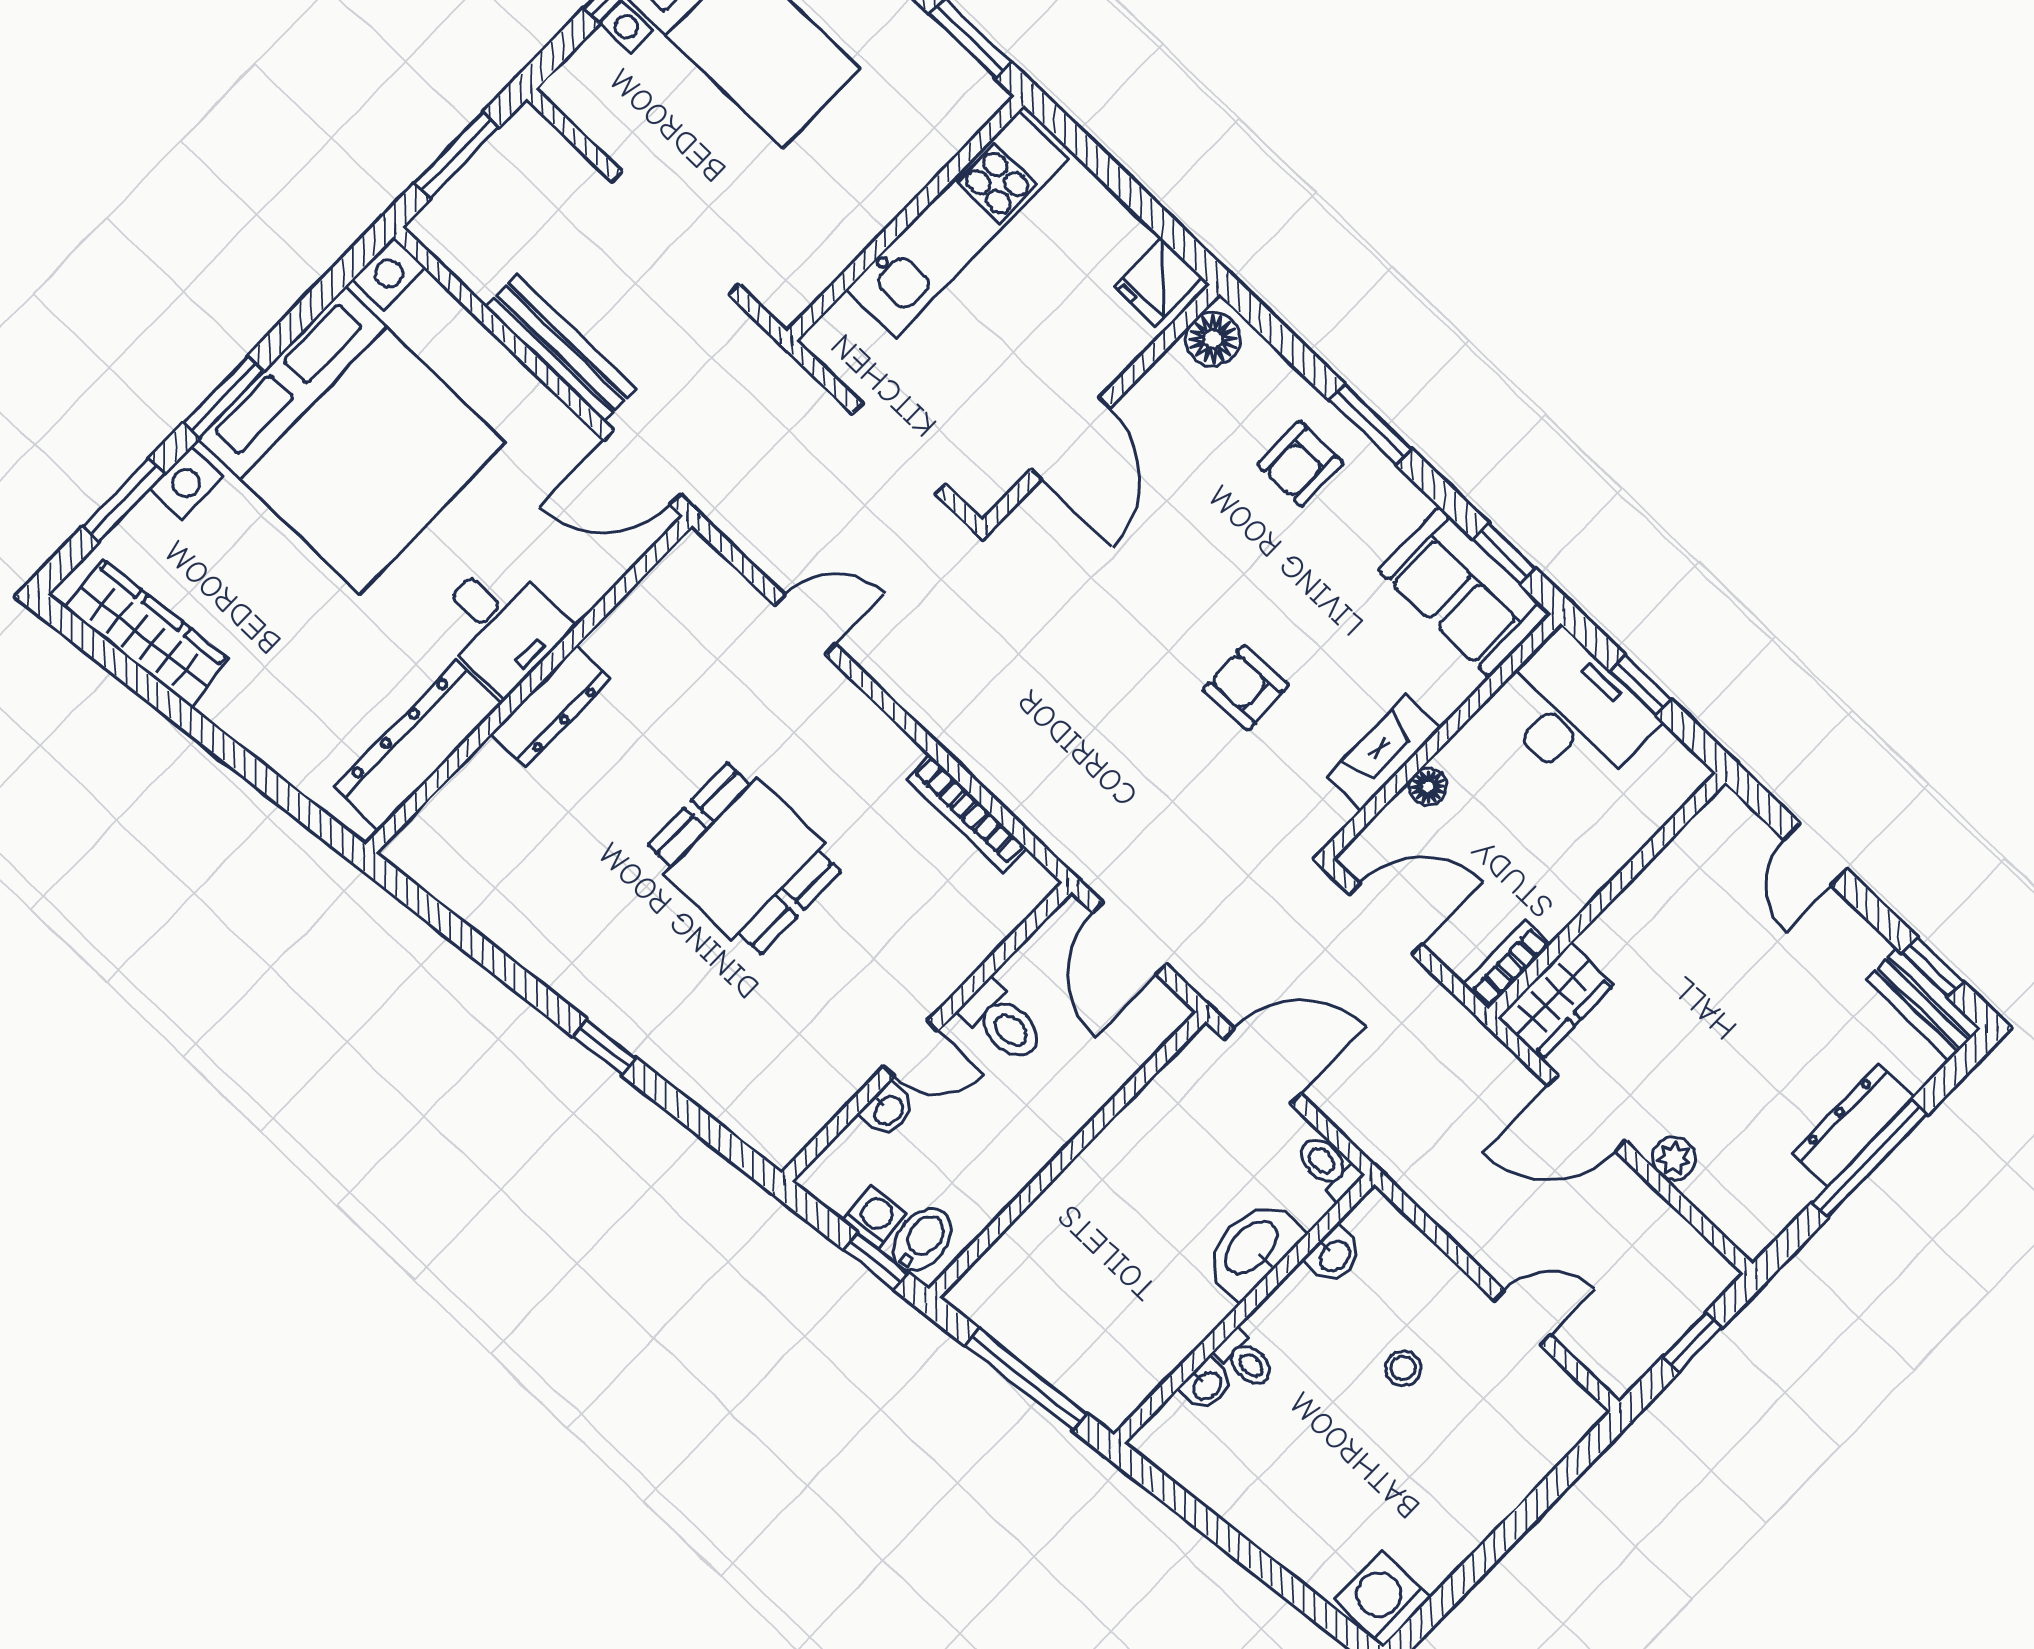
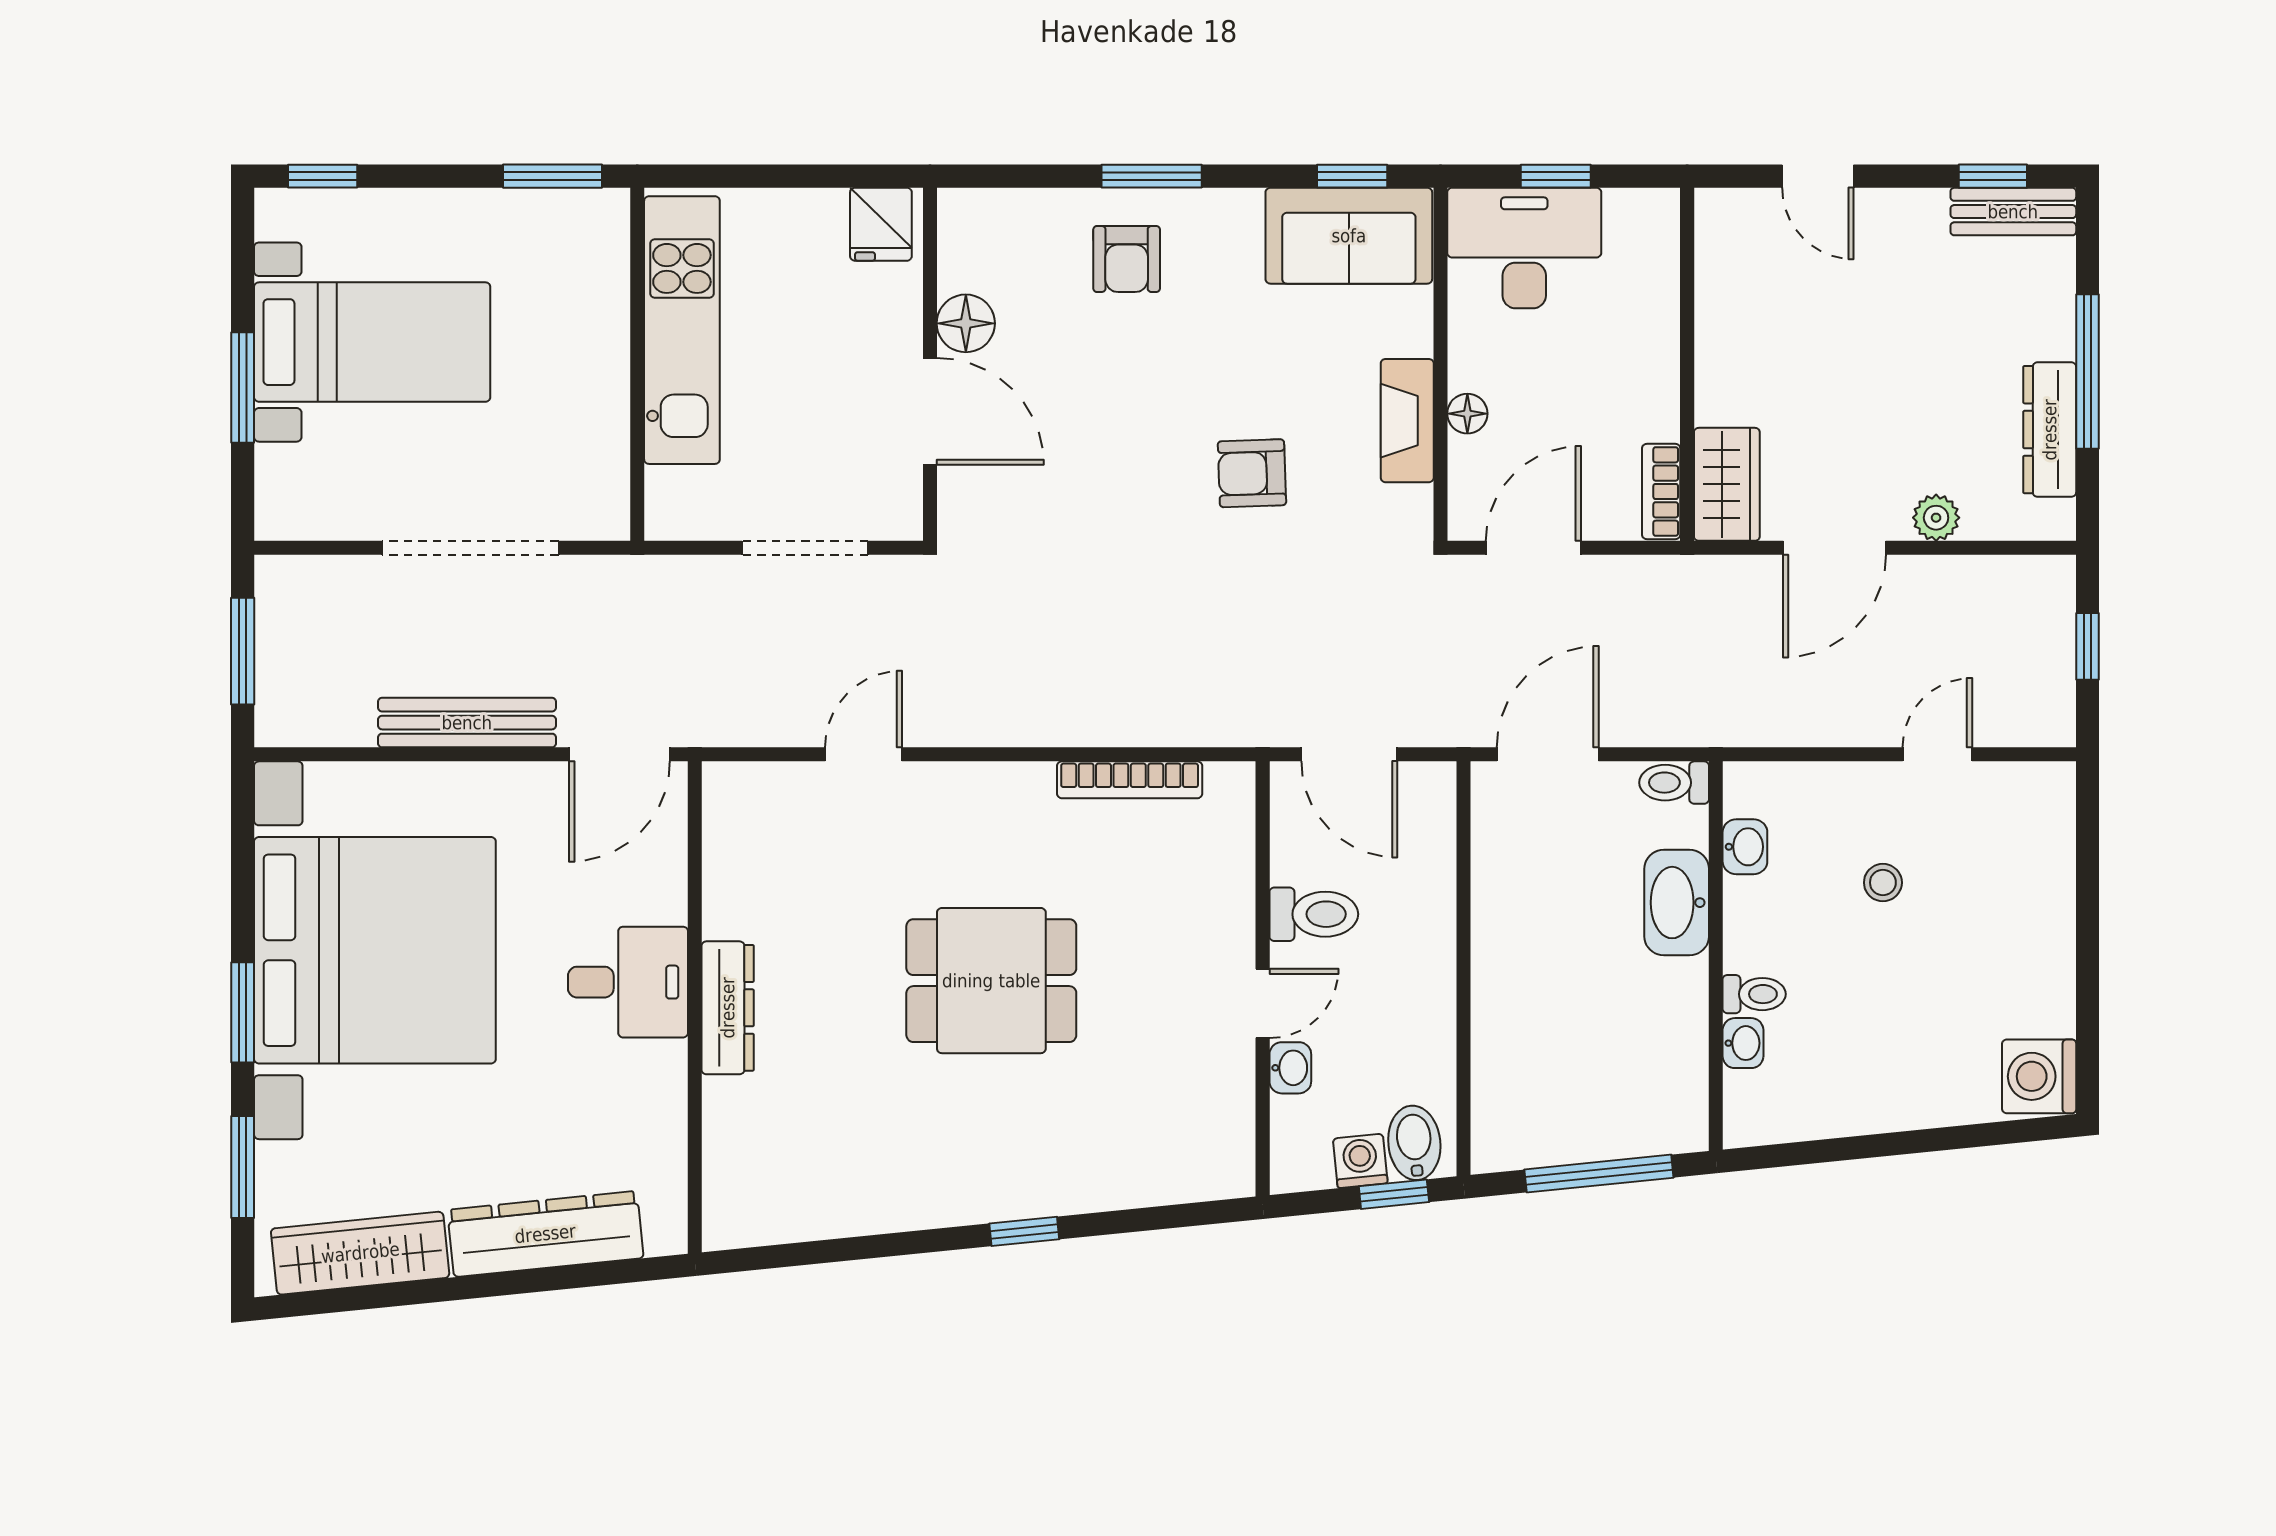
floor lamp: (1213, 339) -> (966, 323), moved
dresser: (418, 746) -> (545, 1234), moved, turned 84
dresser: (1853, 1125) -> (2050, 430), moved

